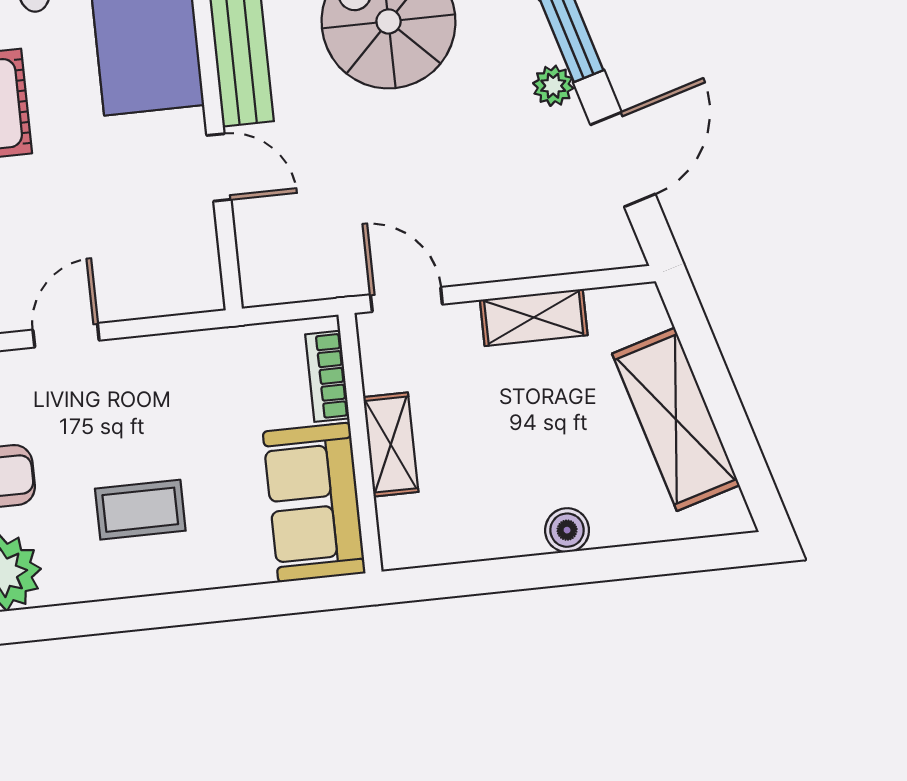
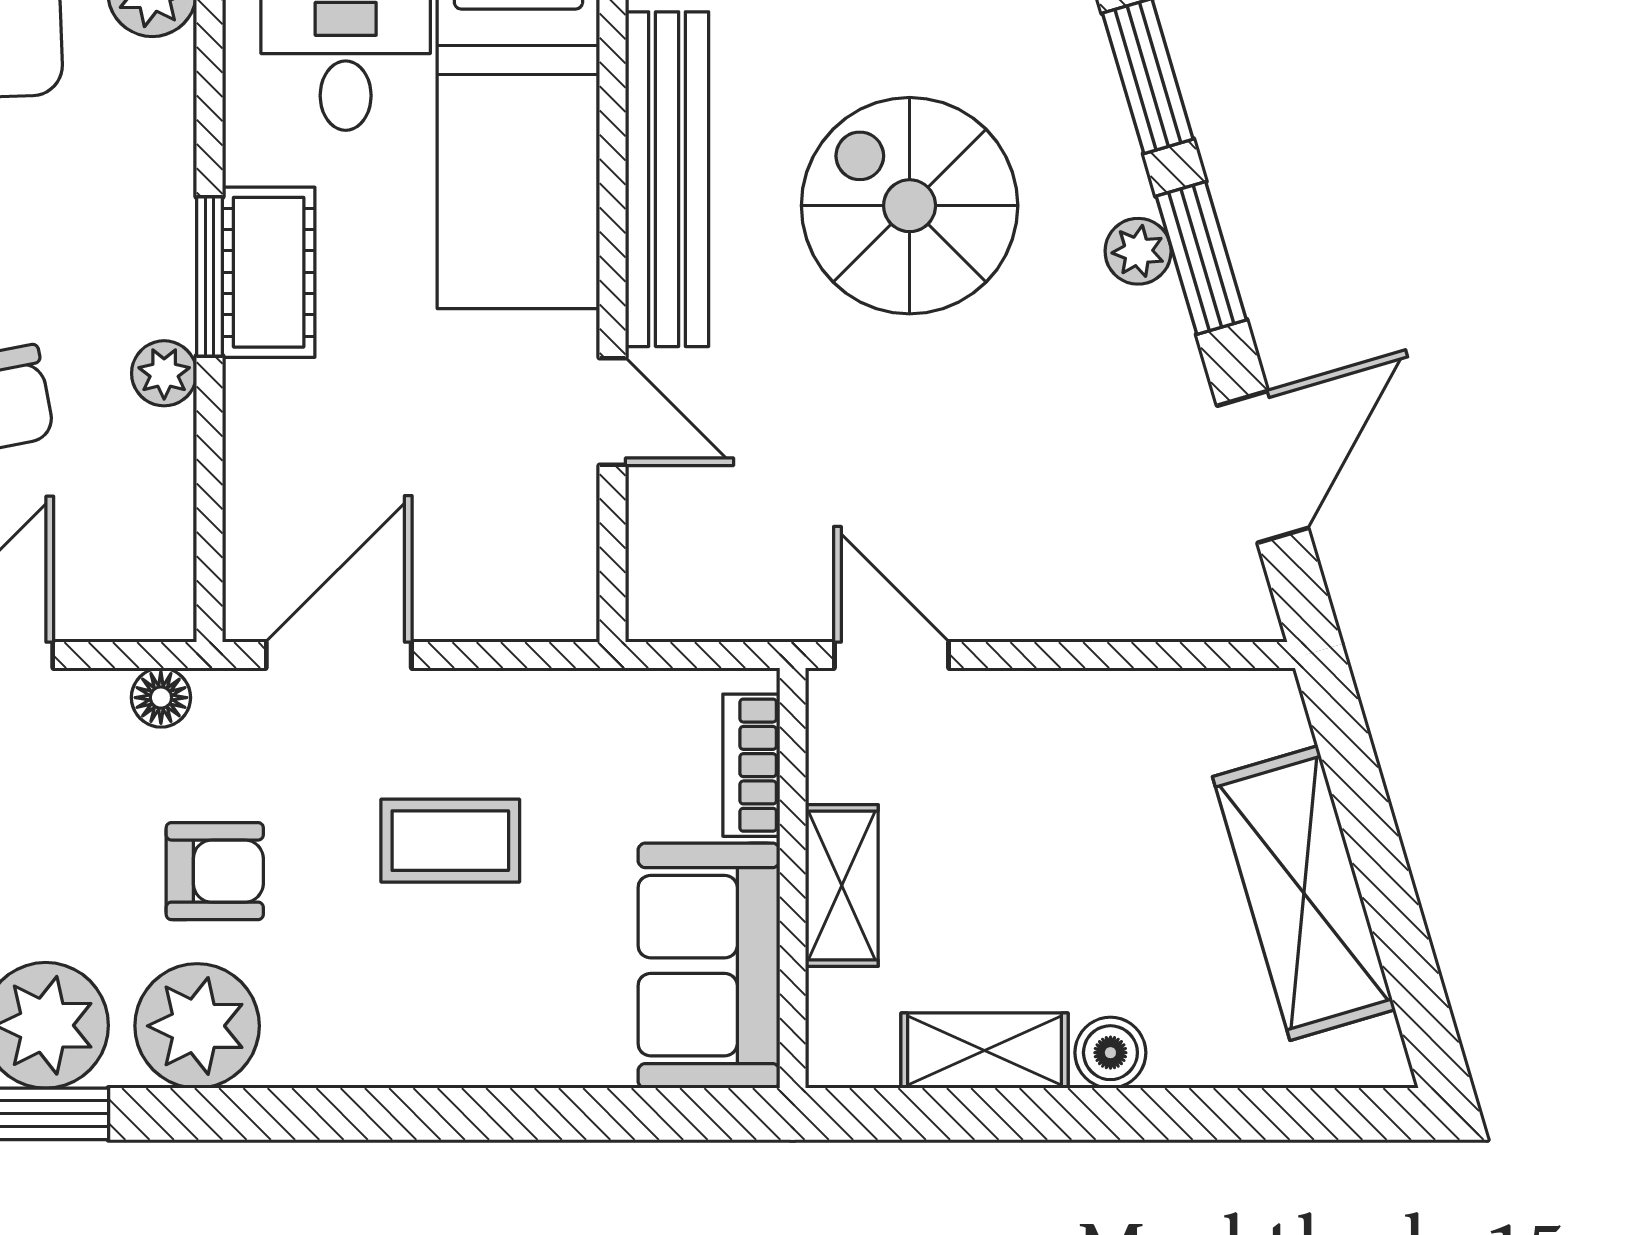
plant: (553, 86) -> (1138, 251), moved
shelving: (534, 317) -> (985, 1050), moved
door: (66, 335) -> (339, 655), width x1.38
coffee table: (140, 510) -> (450, 841), moved

